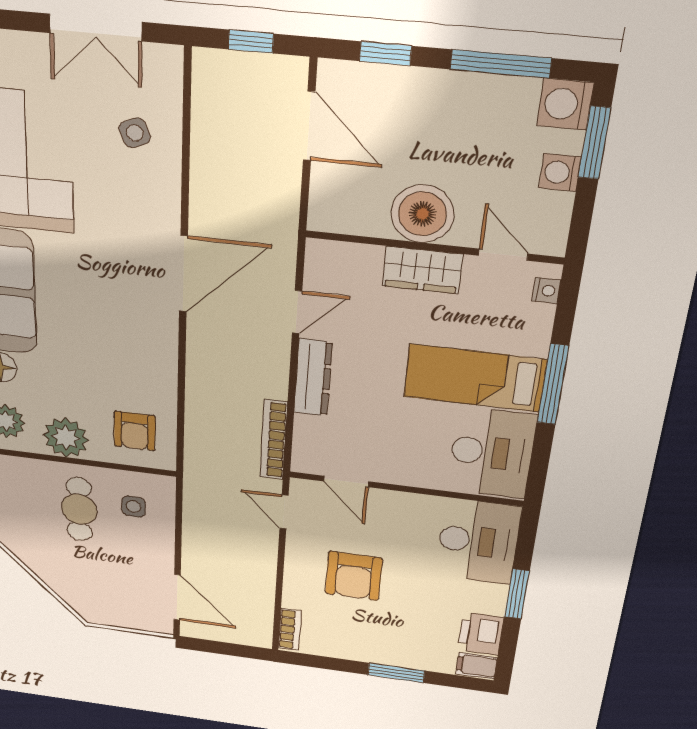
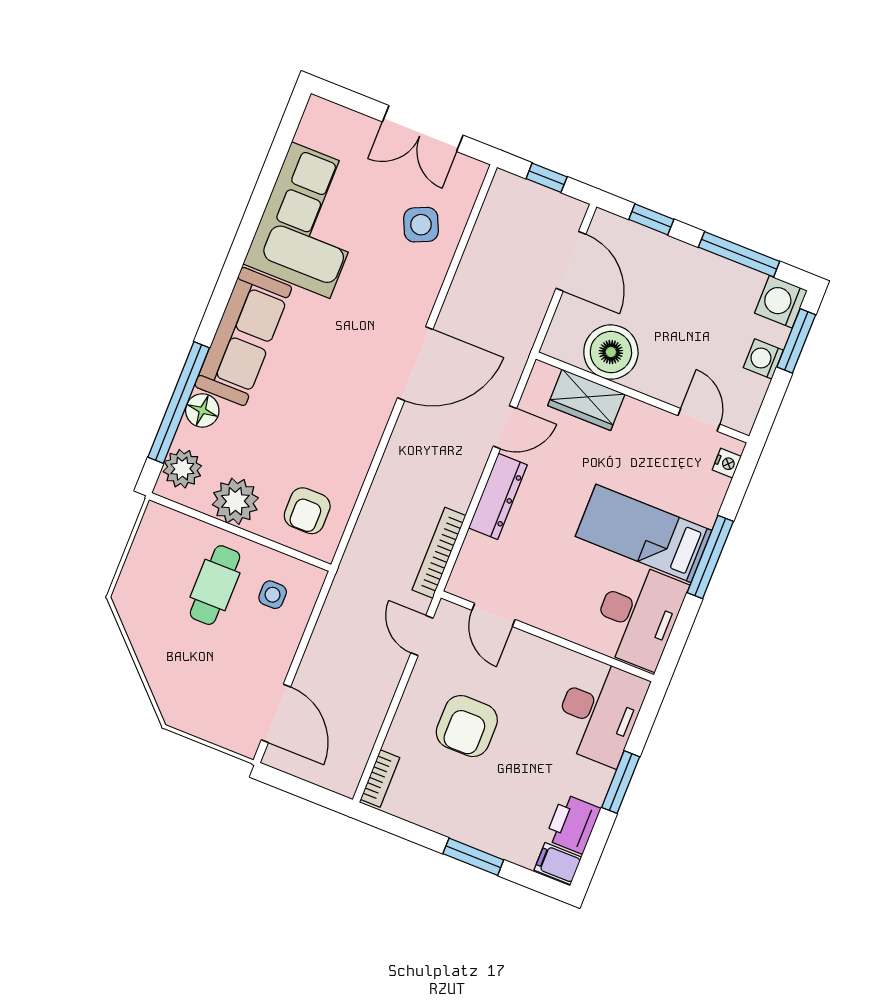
side table: (135, 133) -> (421, 225), width x1.37, depth x1.37
boiler: (422, 214) -> (611, 352), moved
wardrobe: (422, 270) -> (586, 400), moved

